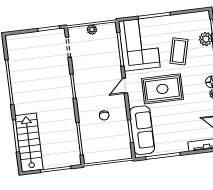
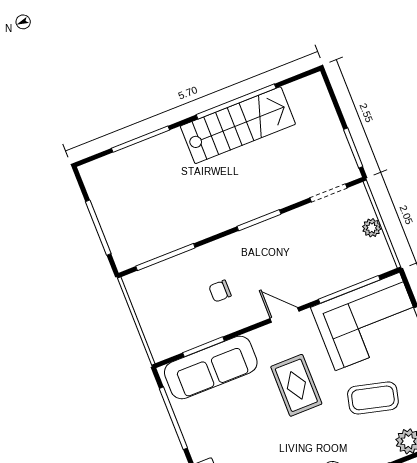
rug: (162, 89) -> (296, 385), width x0.73, depth x0.70
stairs: (29, 143) -> (238, 125), moved

